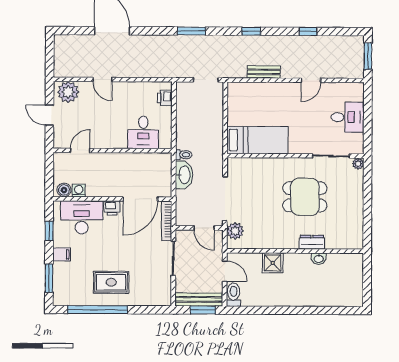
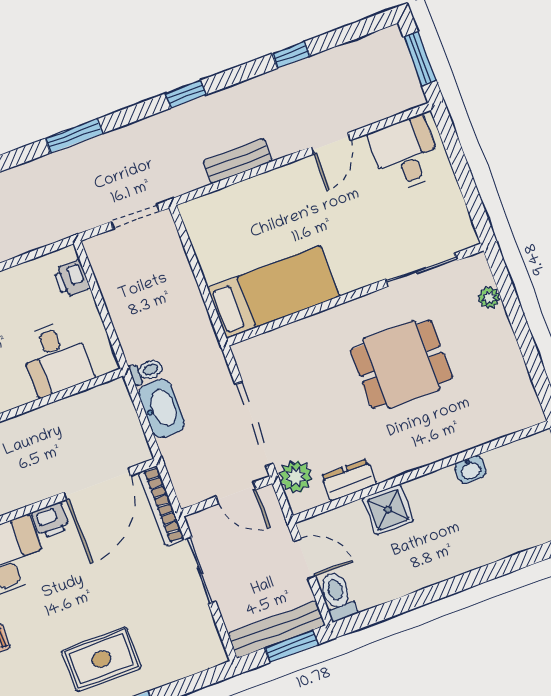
desk: (348, 117) -> (405, 154), moved, turned -90
plant: (358, 164) -> (489, 298), moved
dresser: (312, 242) -> (349, 480), moved

